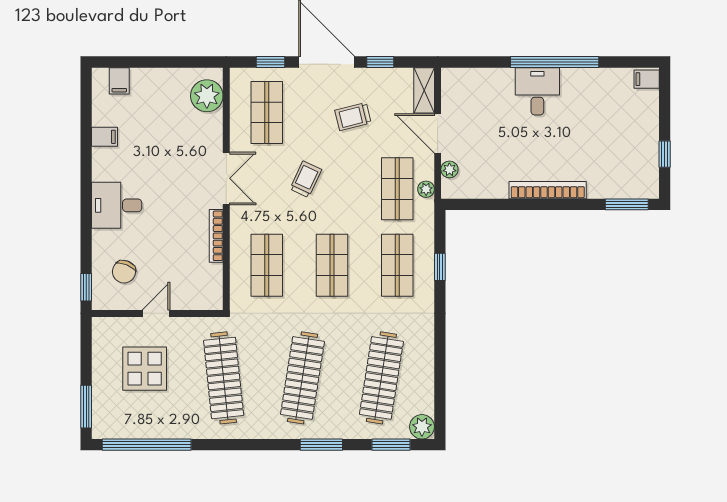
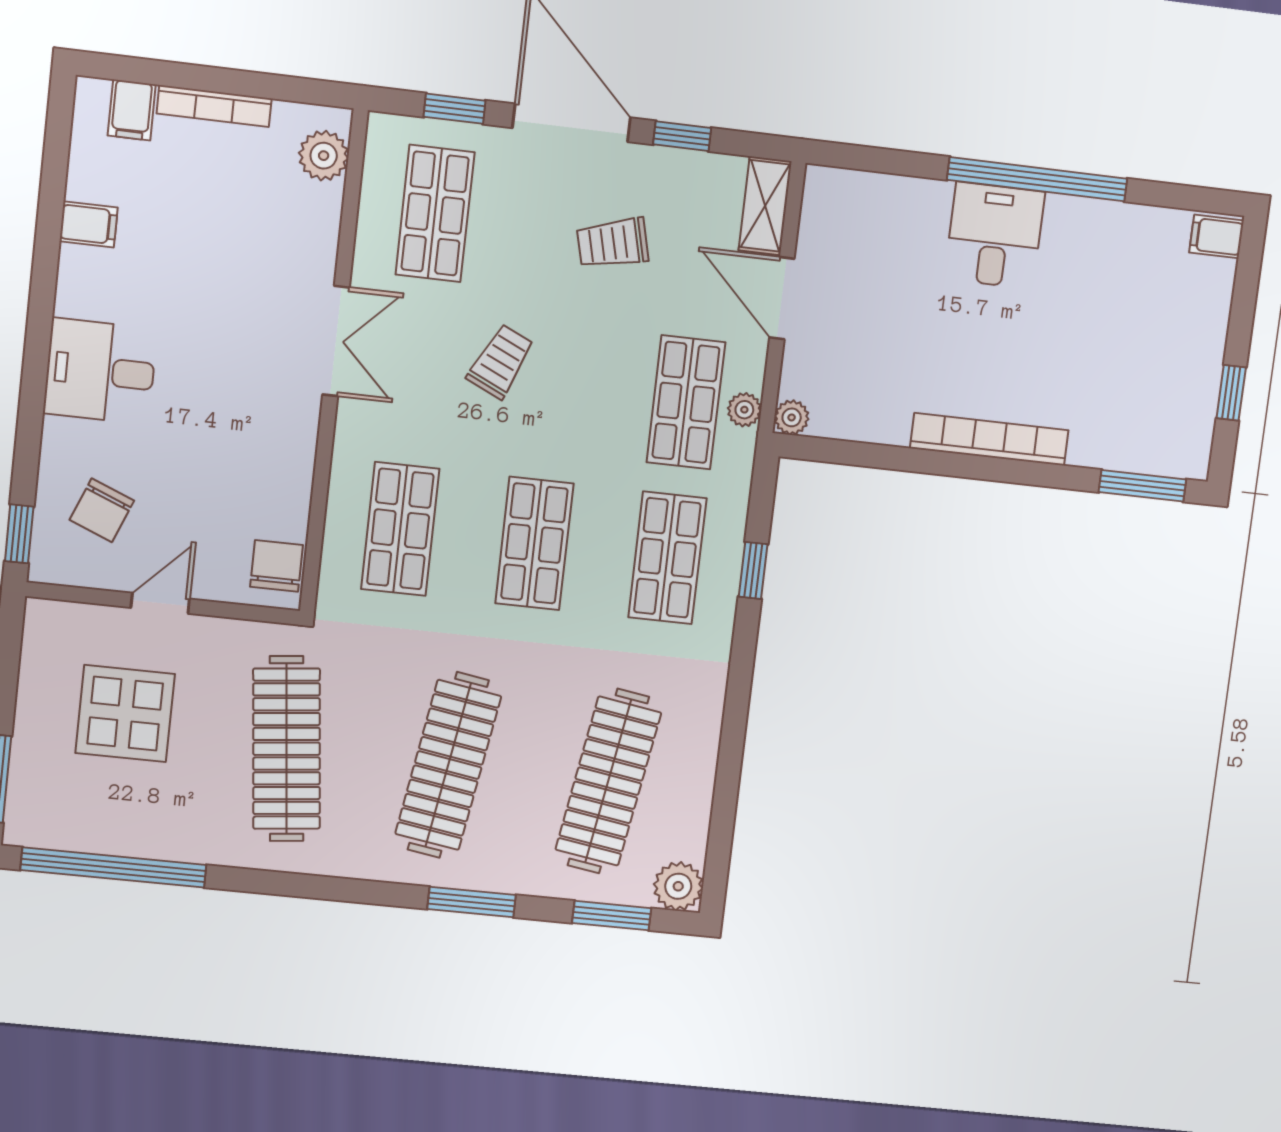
plant: (207, 96) -> (324, 156), width x0.73, depth x0.73
plant: (449, 169) -> (792, 417), moved
bookcase: (216, 236) -> (214, 106), moved, turned -90
chair: (209, 289) -> (276, 566), added

